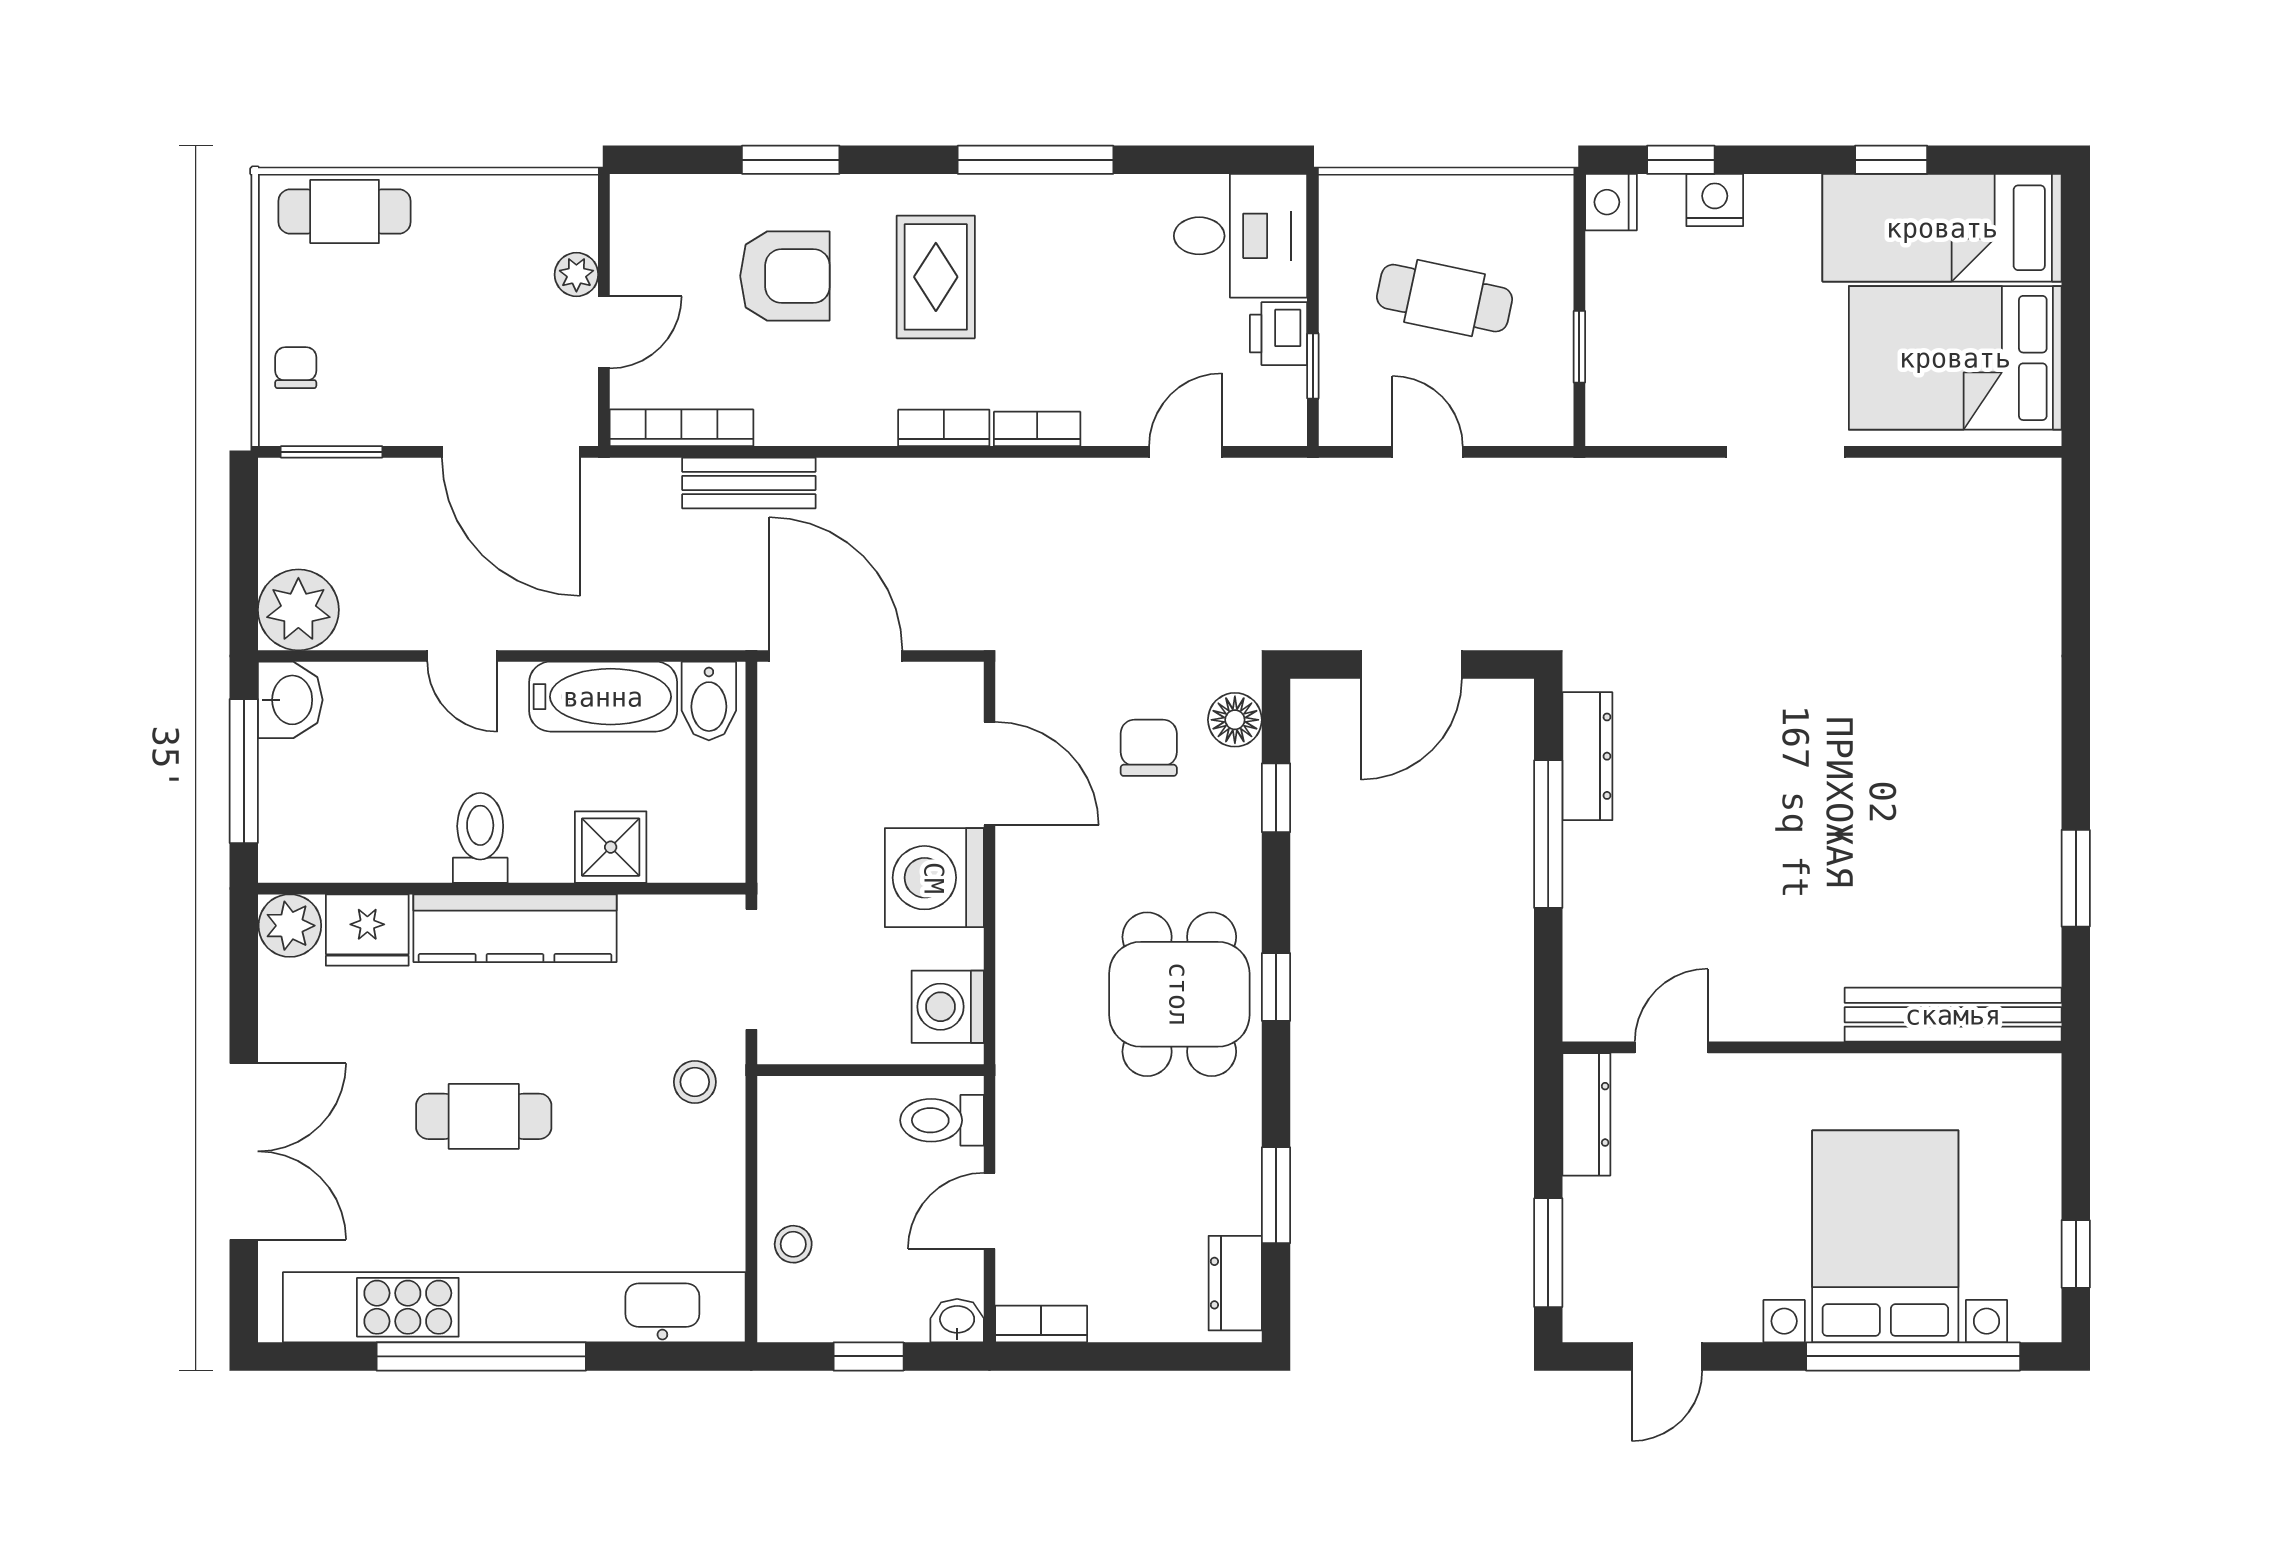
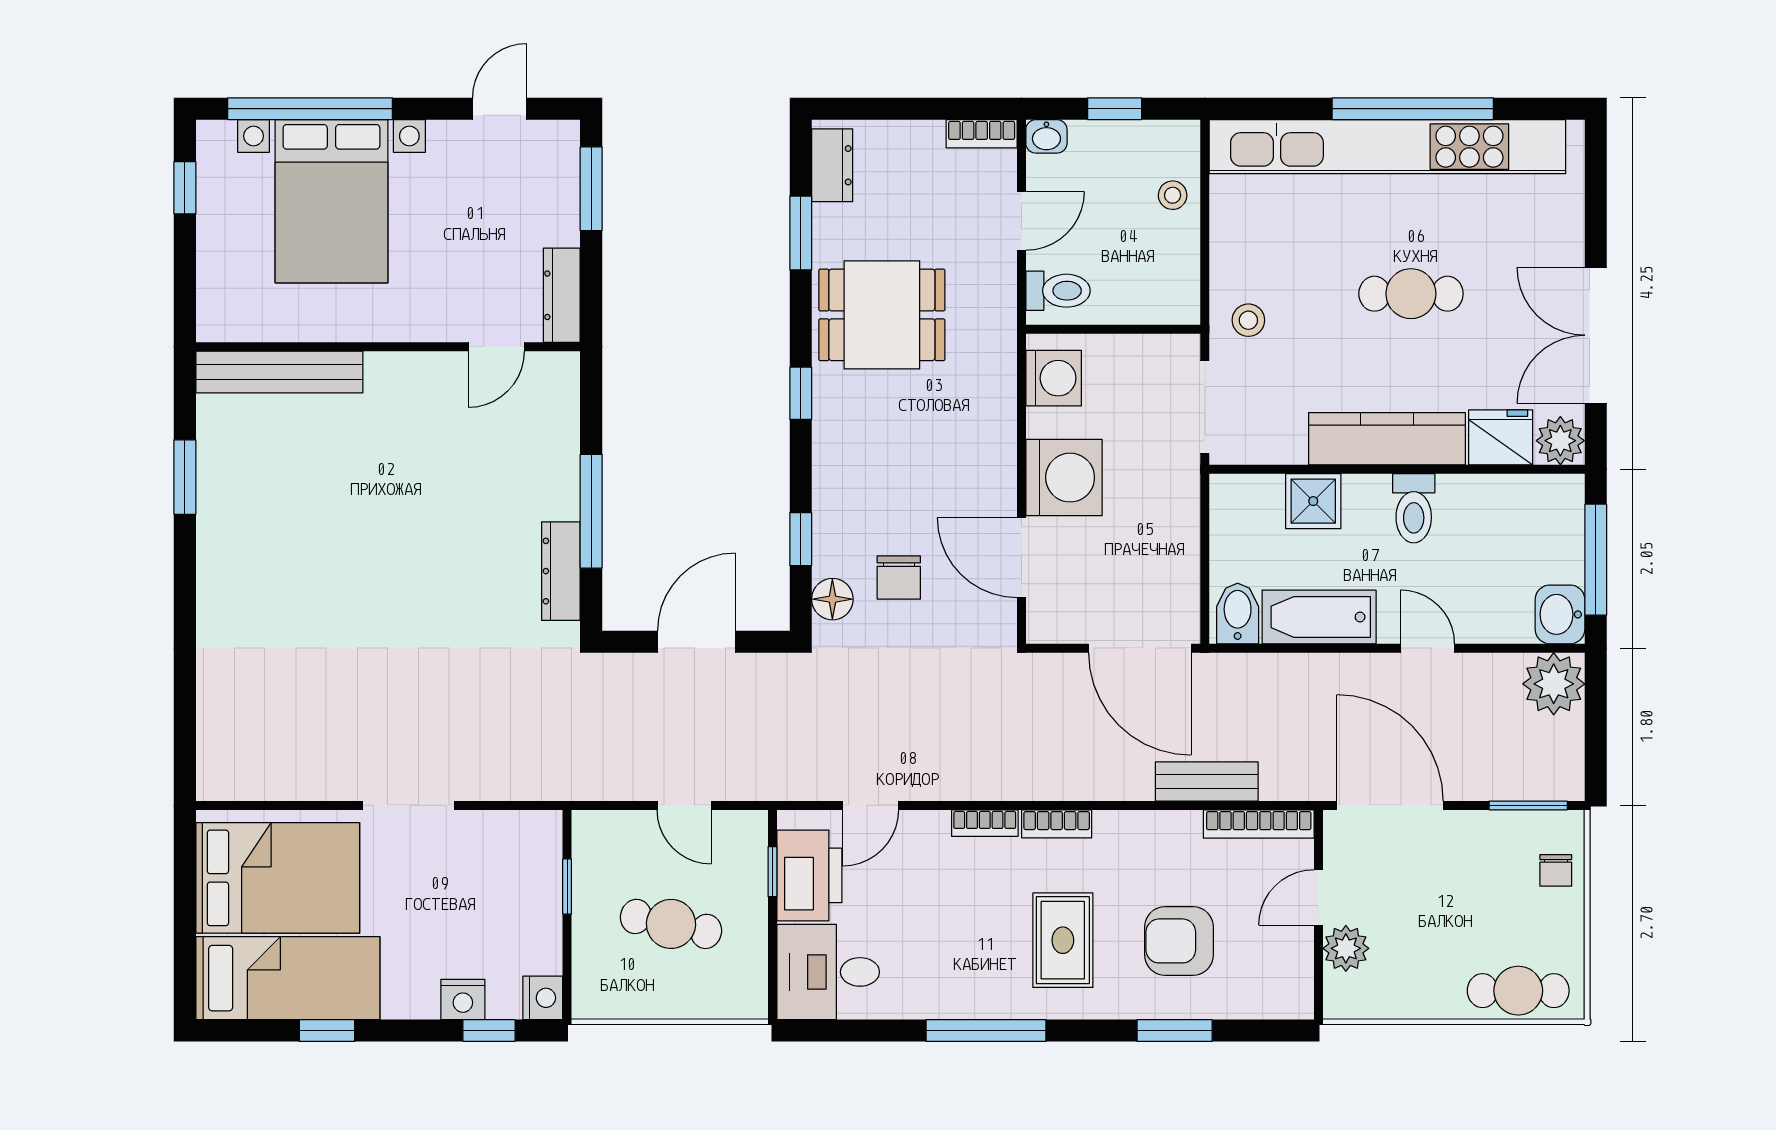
plant: (576, 275) -> (1346, 948), width x1.38, depth x1.38
printer: (1279, 334) -> (809, 875), width x1.87, depth x1.48
dining table: (1179, 994) -> (882, 315), moved, turned 90
double door: (244, 1151) -> (1596, 335), moved

